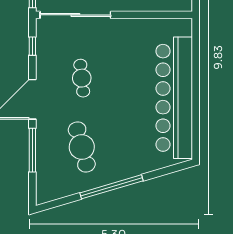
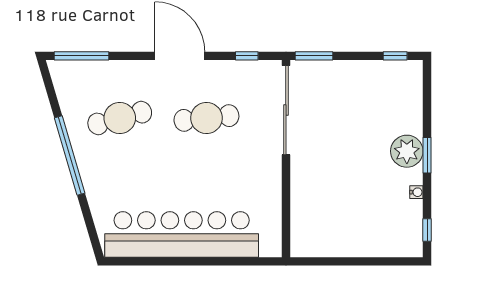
cafe table: (82, 78) -> (206, 118), width x1.37, depth x1.35
window: (32, 150) -> (81, 56), moved

